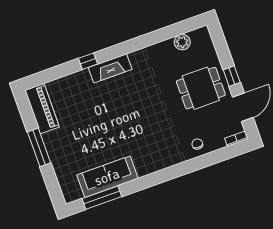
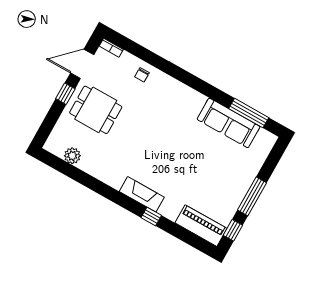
piano: (42, 109) -> (201, 226), moved, turned 90
window: (26, 112) -> (233, 230), added

